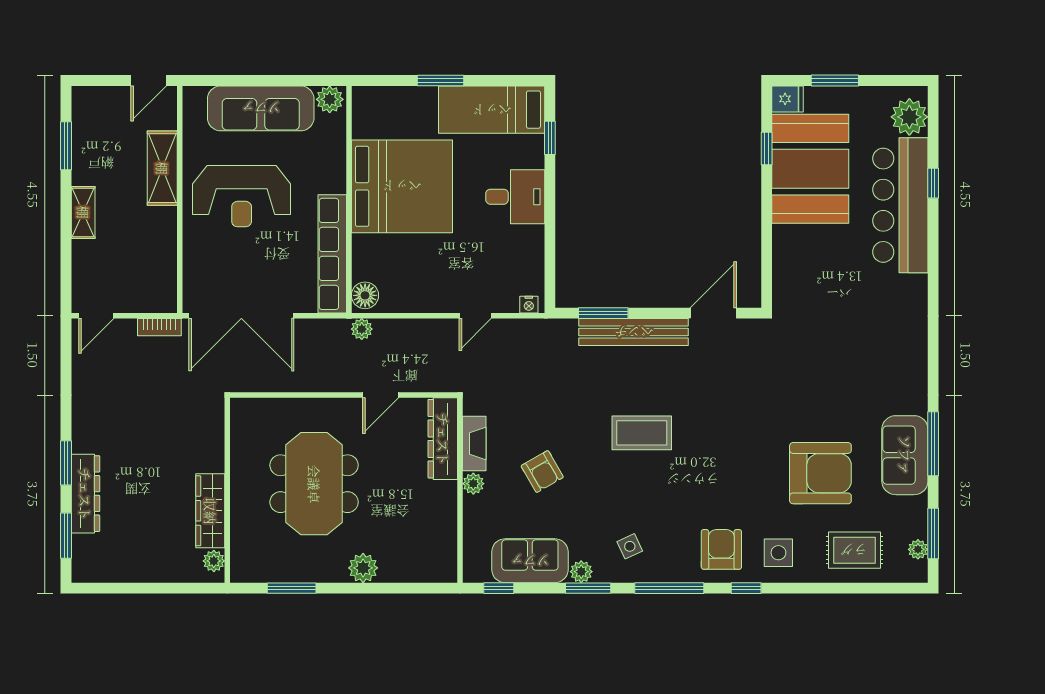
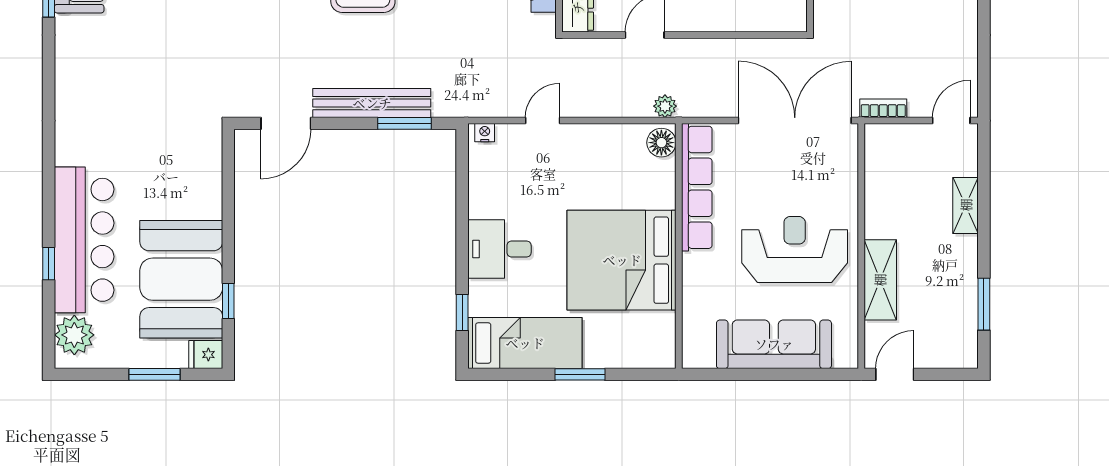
plant: (330, 99) -> (700, 354), removed
shelving: (83, 212) -> (966, 205), moved

